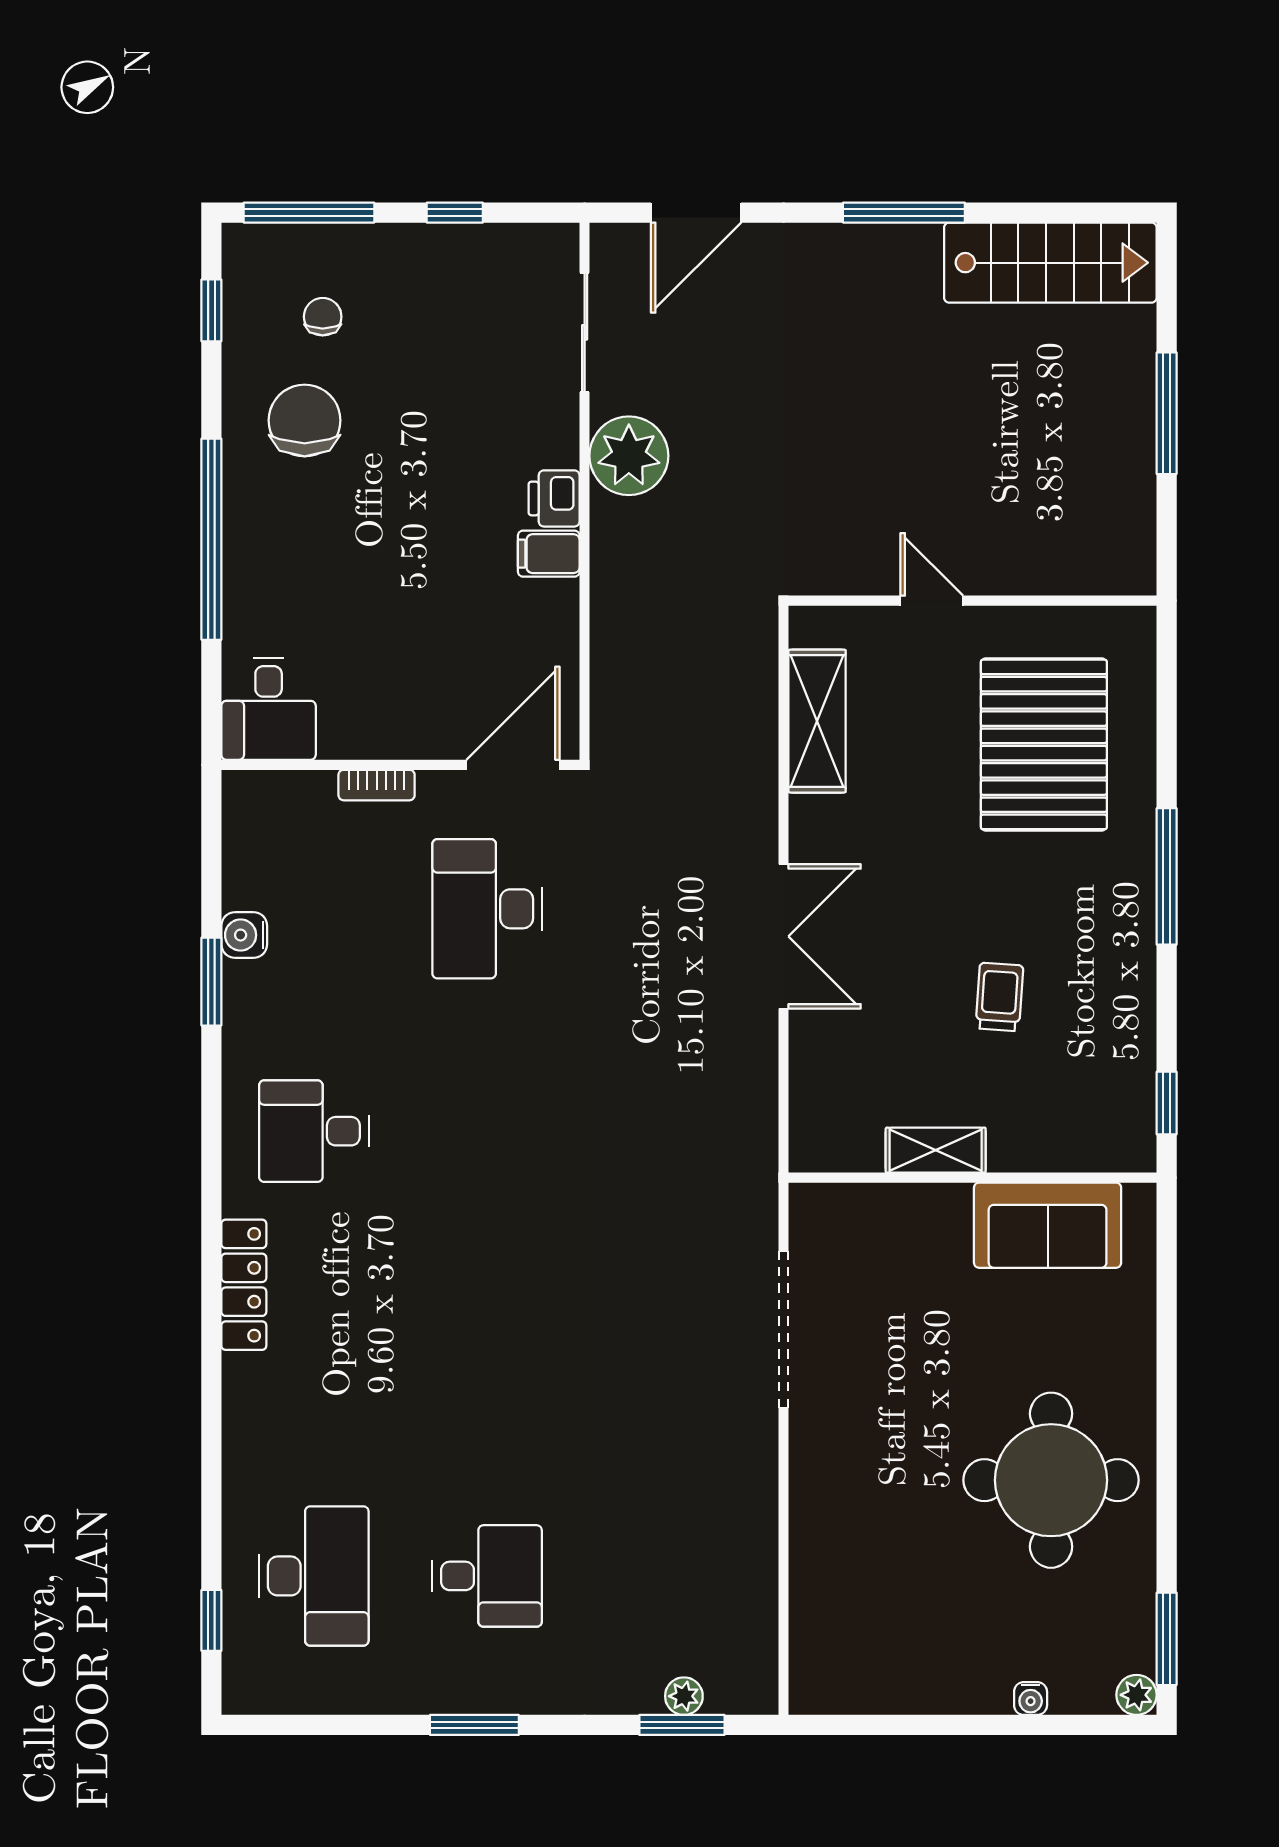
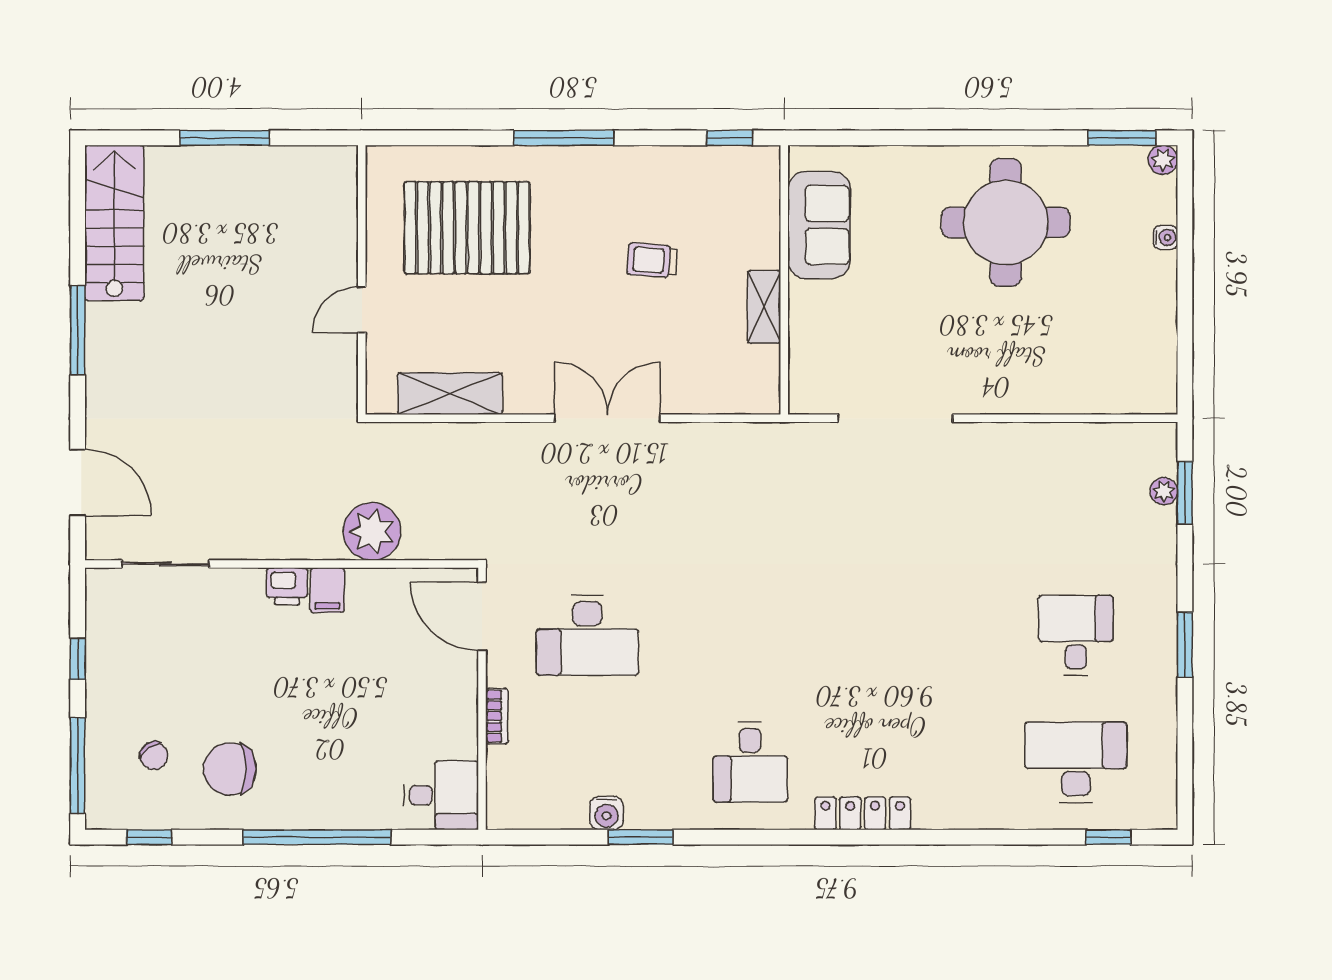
chair: (323, 317) -> (154, 756), turned -125
plant: (629, 456) -> (372, 531), moved

